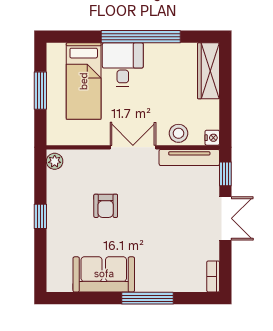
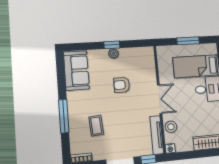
plant: (55, 161) -> (114, 54), moved
coffee table: (166, 250) -> (96, 126), added
sofa: (104, 274) -> (76, 70), moved

